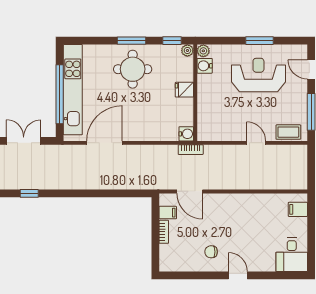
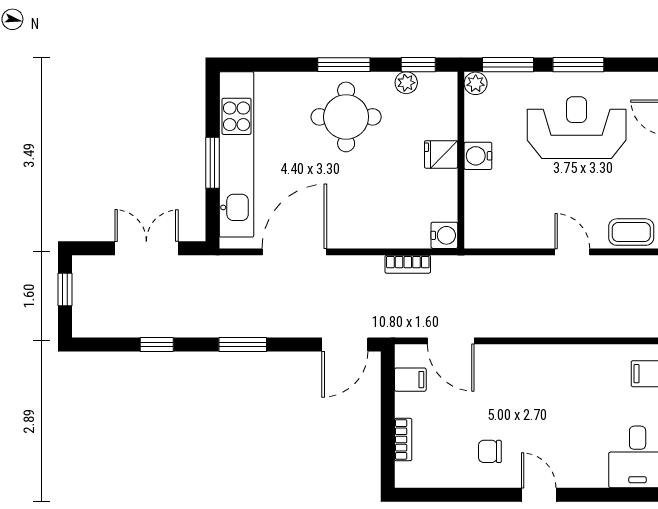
window: (221, 41) -> (508, 65), added
plant: (187, 50) -> (406, 83), moved
water cooler: (205, 66) -> (478, 156), moved
window: (60, 94) -> (212, 163), width x0.47
bookcase: (191, 150) -> (408, 264), moved
window: (76, 193) -> (243, 344), added
door: (132, 193) -> (345, 344), added
bookcase: (164, 232) -> (403, 439), moved

